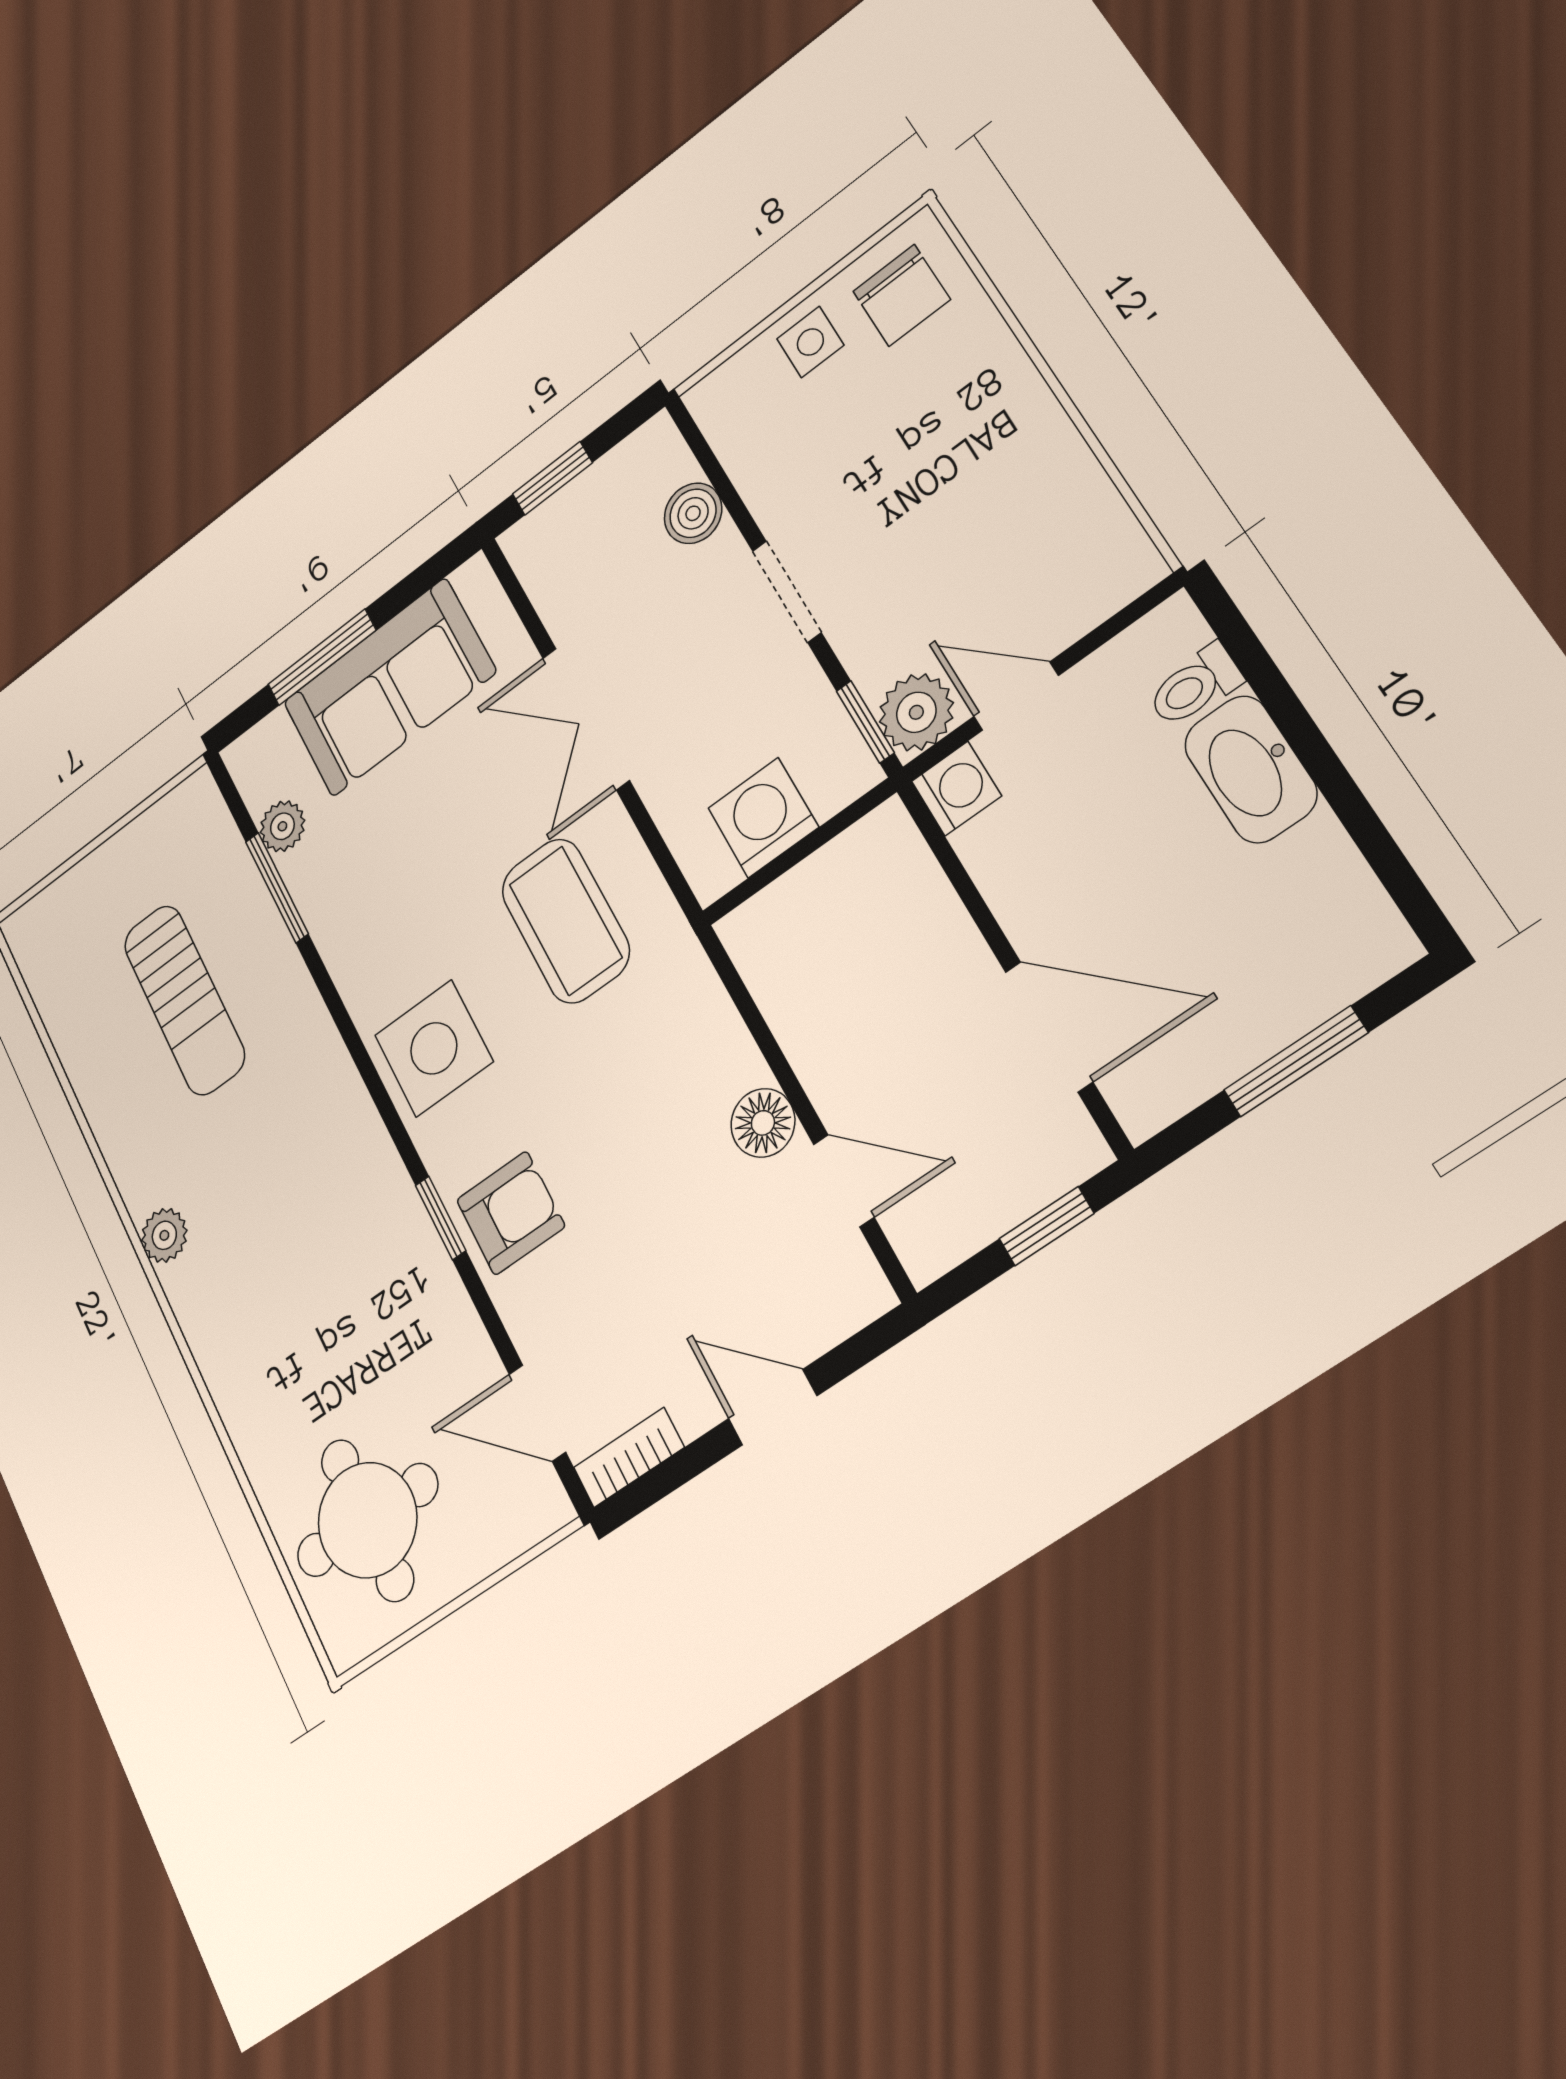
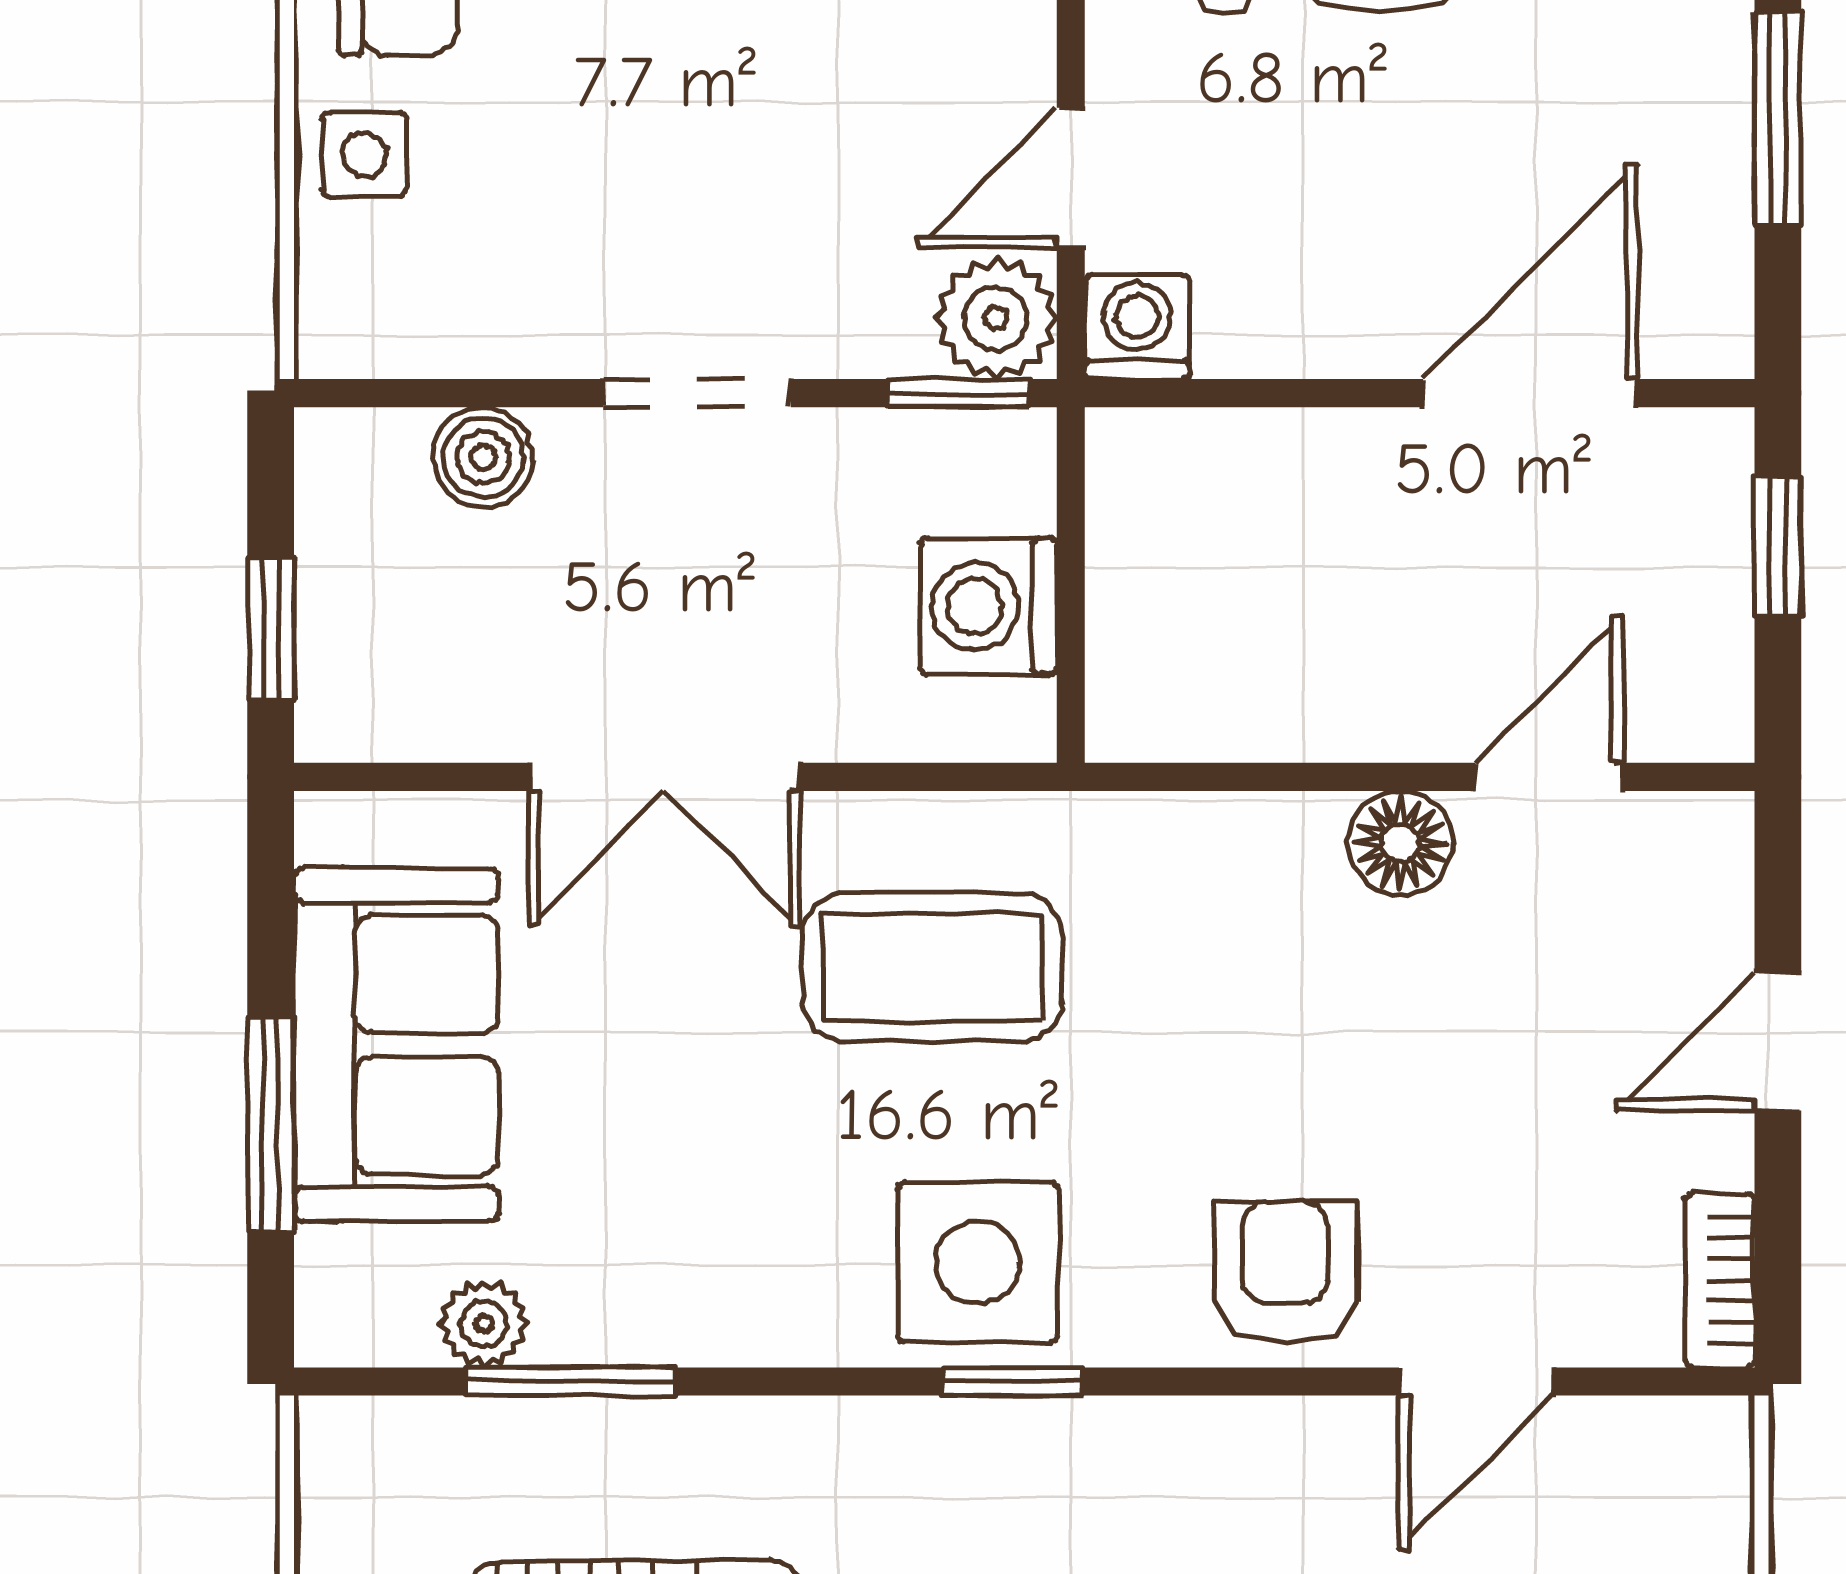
window: (441, 1218) -> (1012, 1382), moved
door: (537, 1413) -> (1476, 1382), moved

